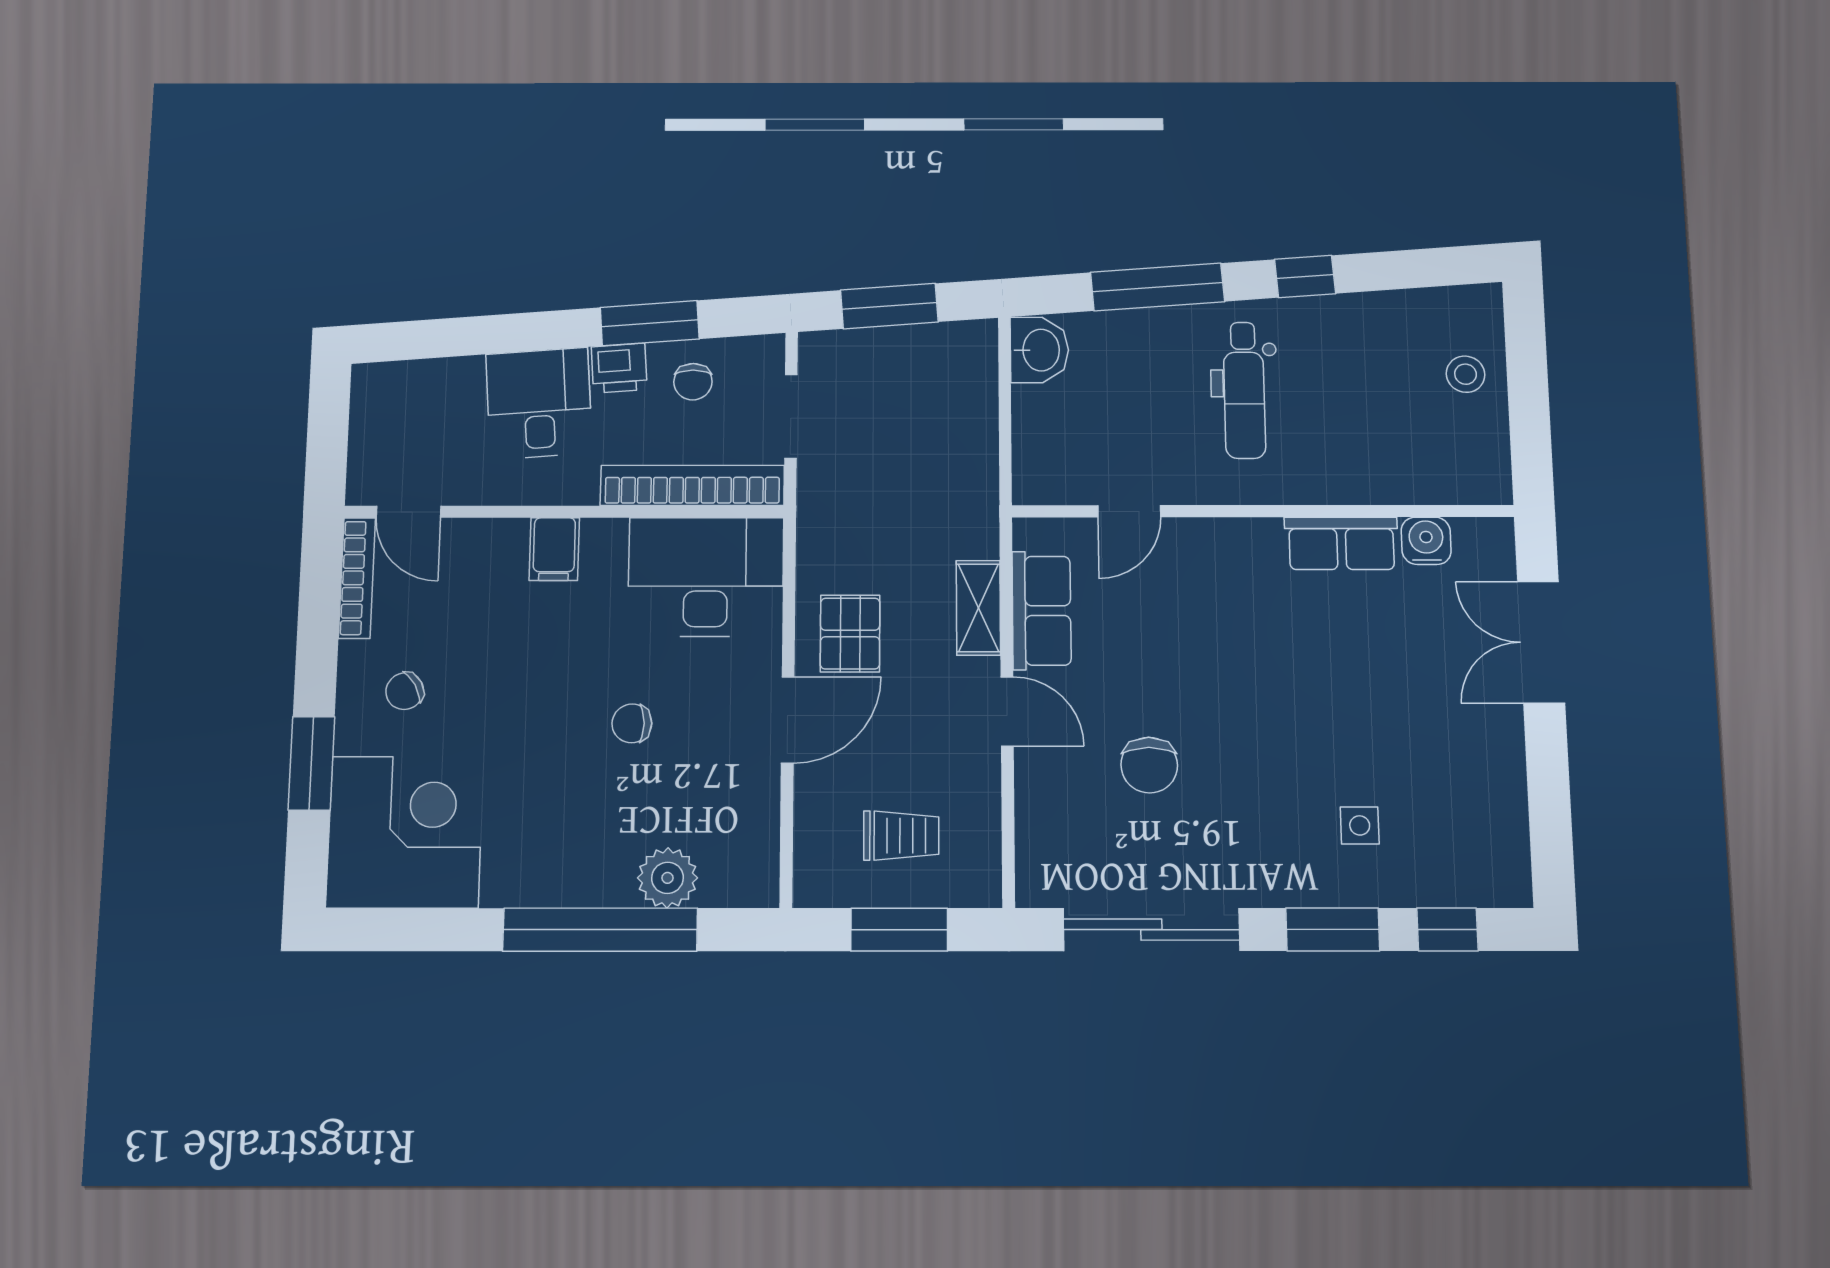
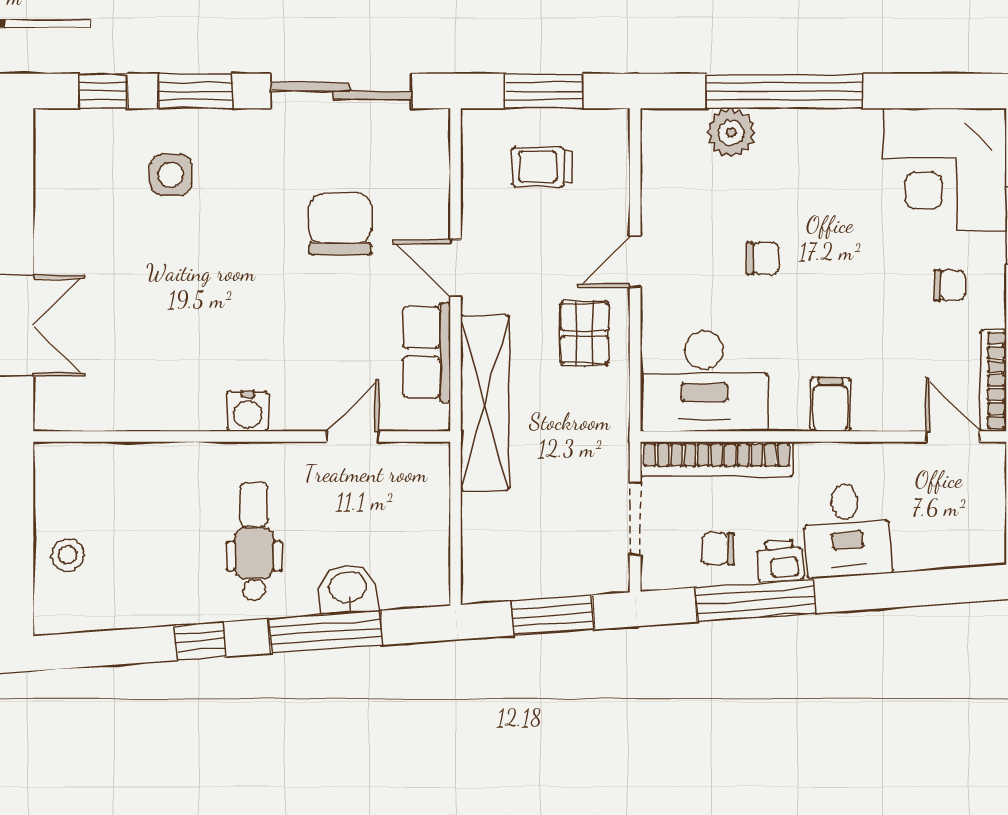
window: (650, 323) -> (755, 600), width x1.44
washbasin: (1039, 350) -> (348, 589), moved, turned 86
chair: (693, 382) -> (718, 549), turned -90
water cooler: (1426, 541) -> (248, 411), moved
row of seats: (1341, 543) -> (177, 409), removed
shelving: (978, 608) -> (485, 403), width x2.20, depth x1.33
chair: (405, 691) -> (950, 285), turned 30
door: (788, 720) -> (635, 261), width x0.73
chair: (1149, 765) -> (340, 224), width x1.37, depth x1.37
side table: (1360, 825) -> (171, 175), width x1.37, depth x1.37

